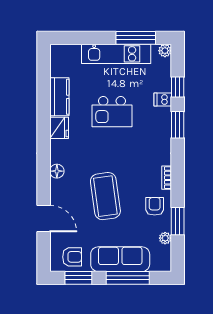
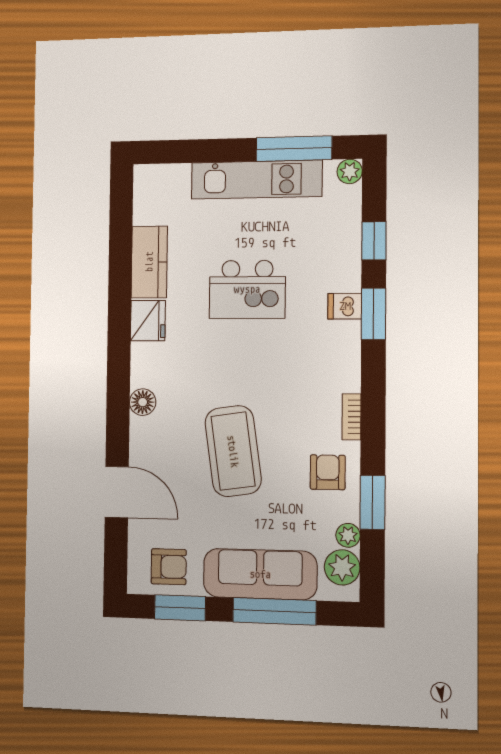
dishwasher: (163, 99) -> (345, 306), moved
plant: (162, 254) -> (342, 567), added

